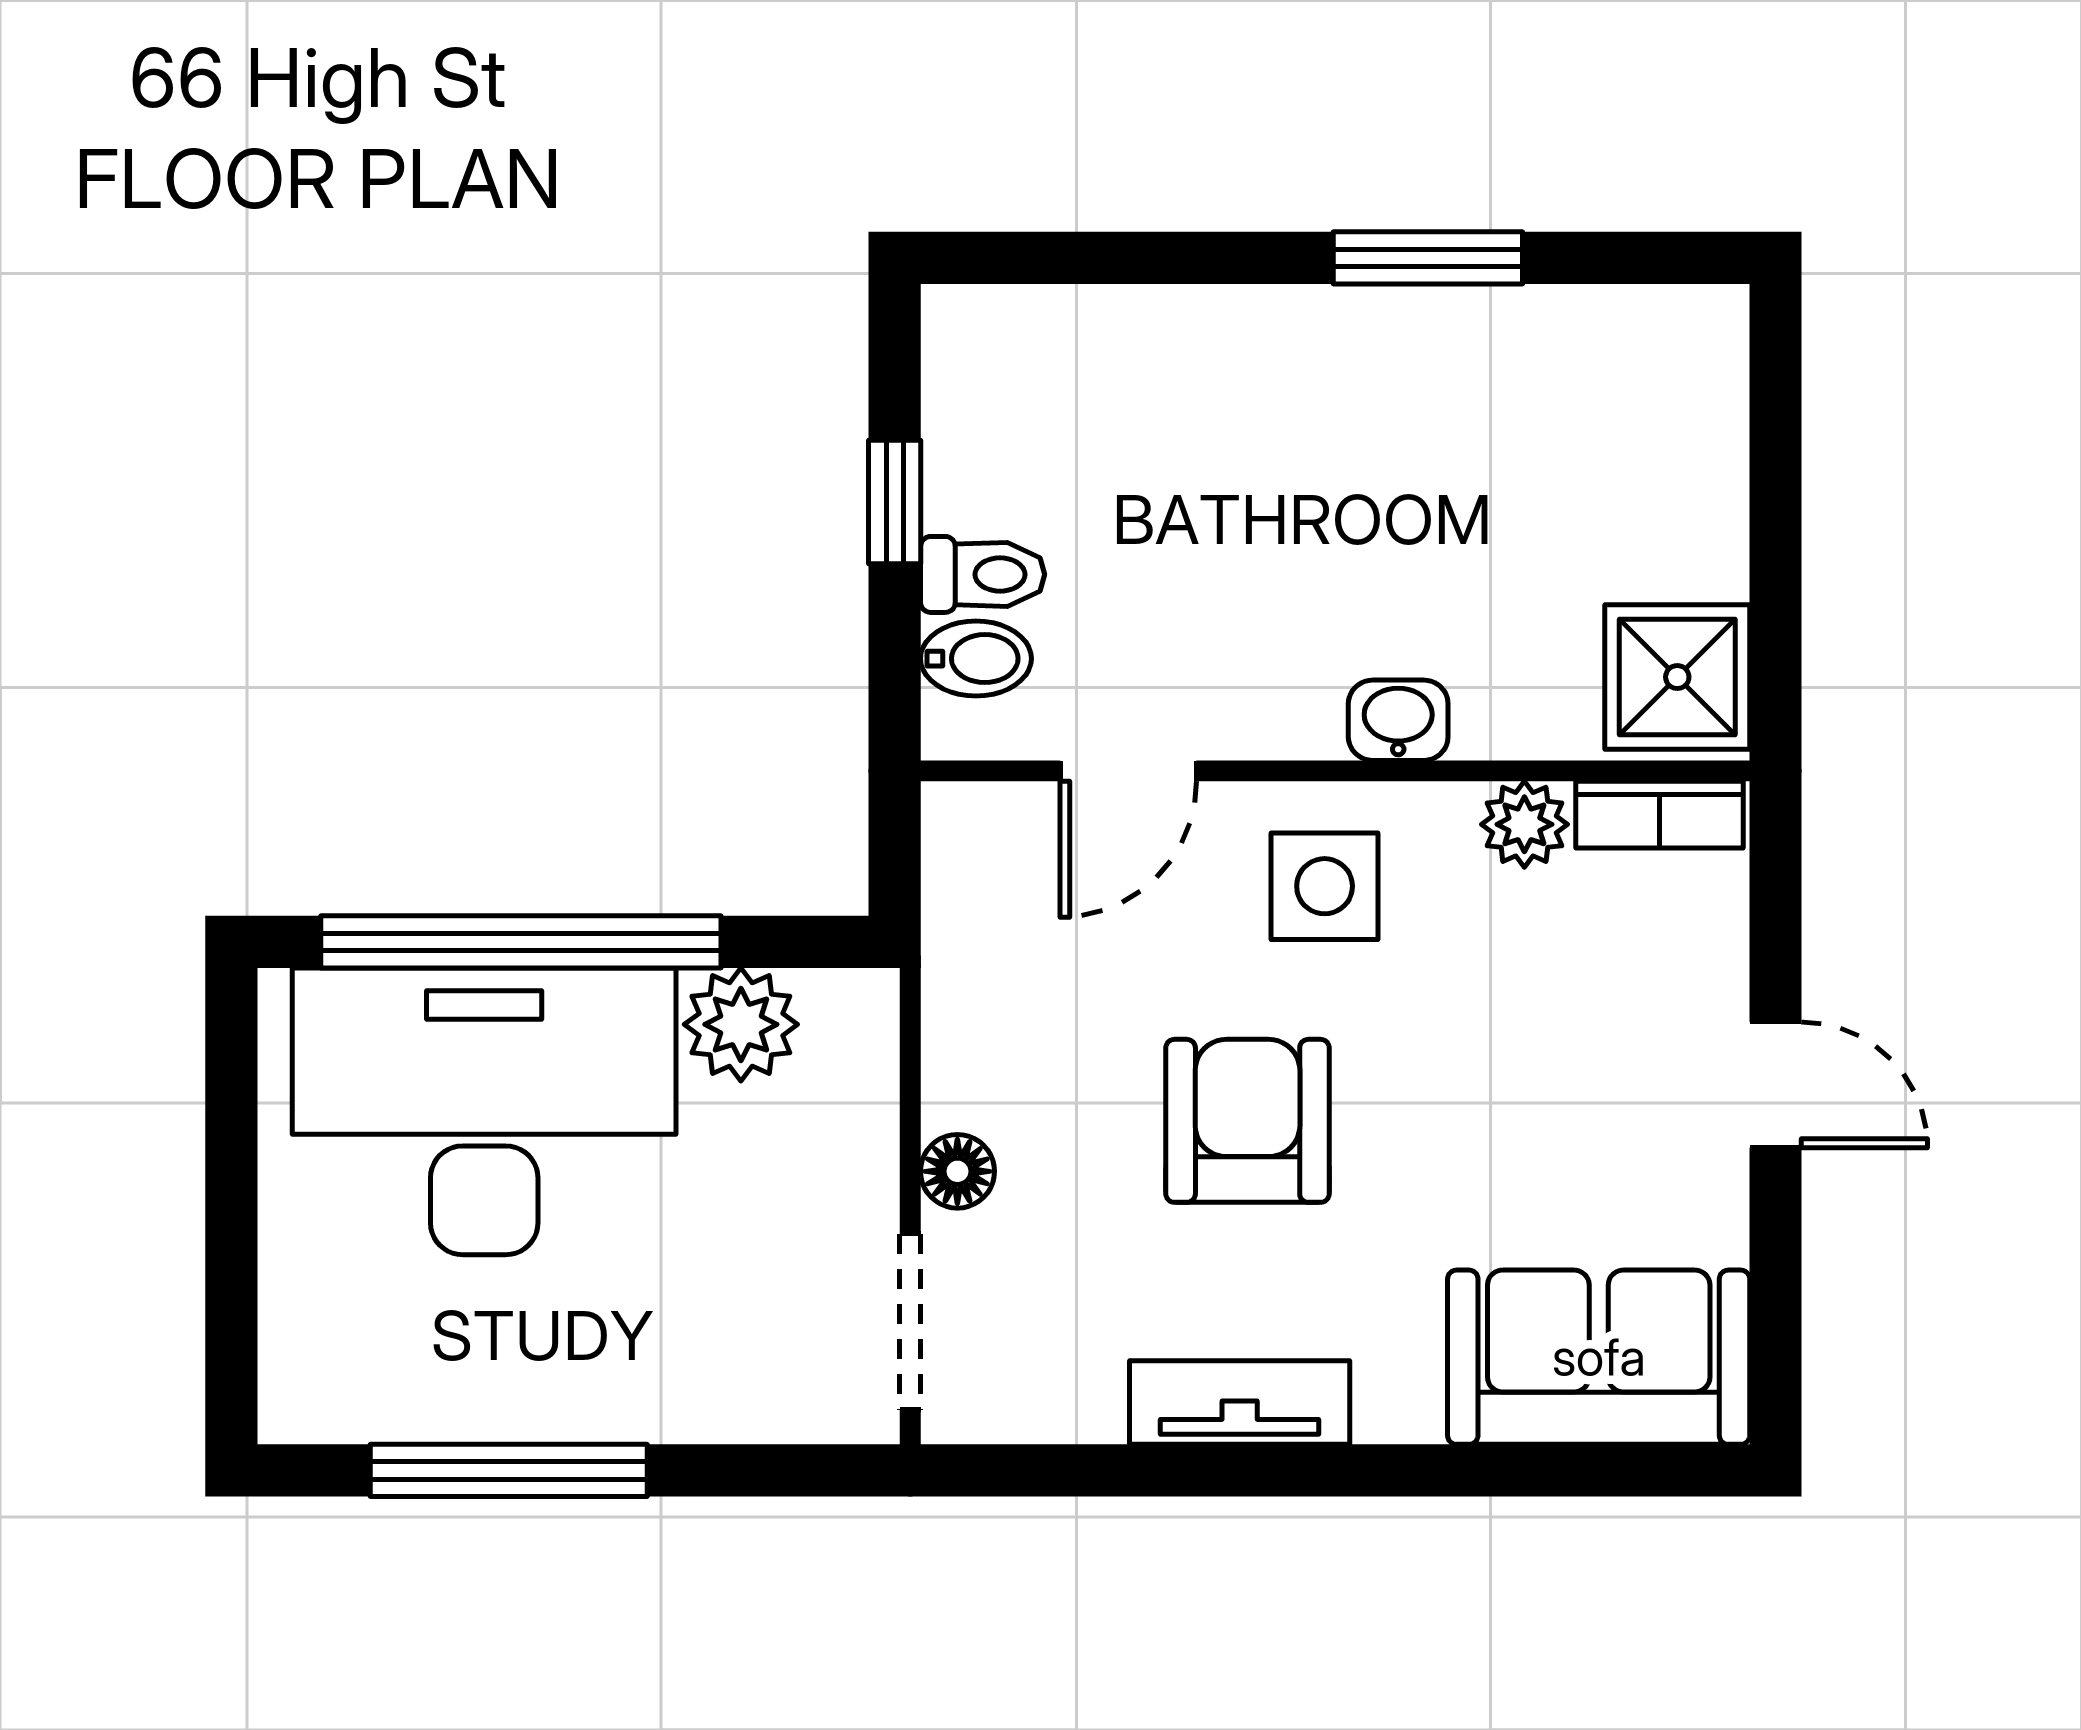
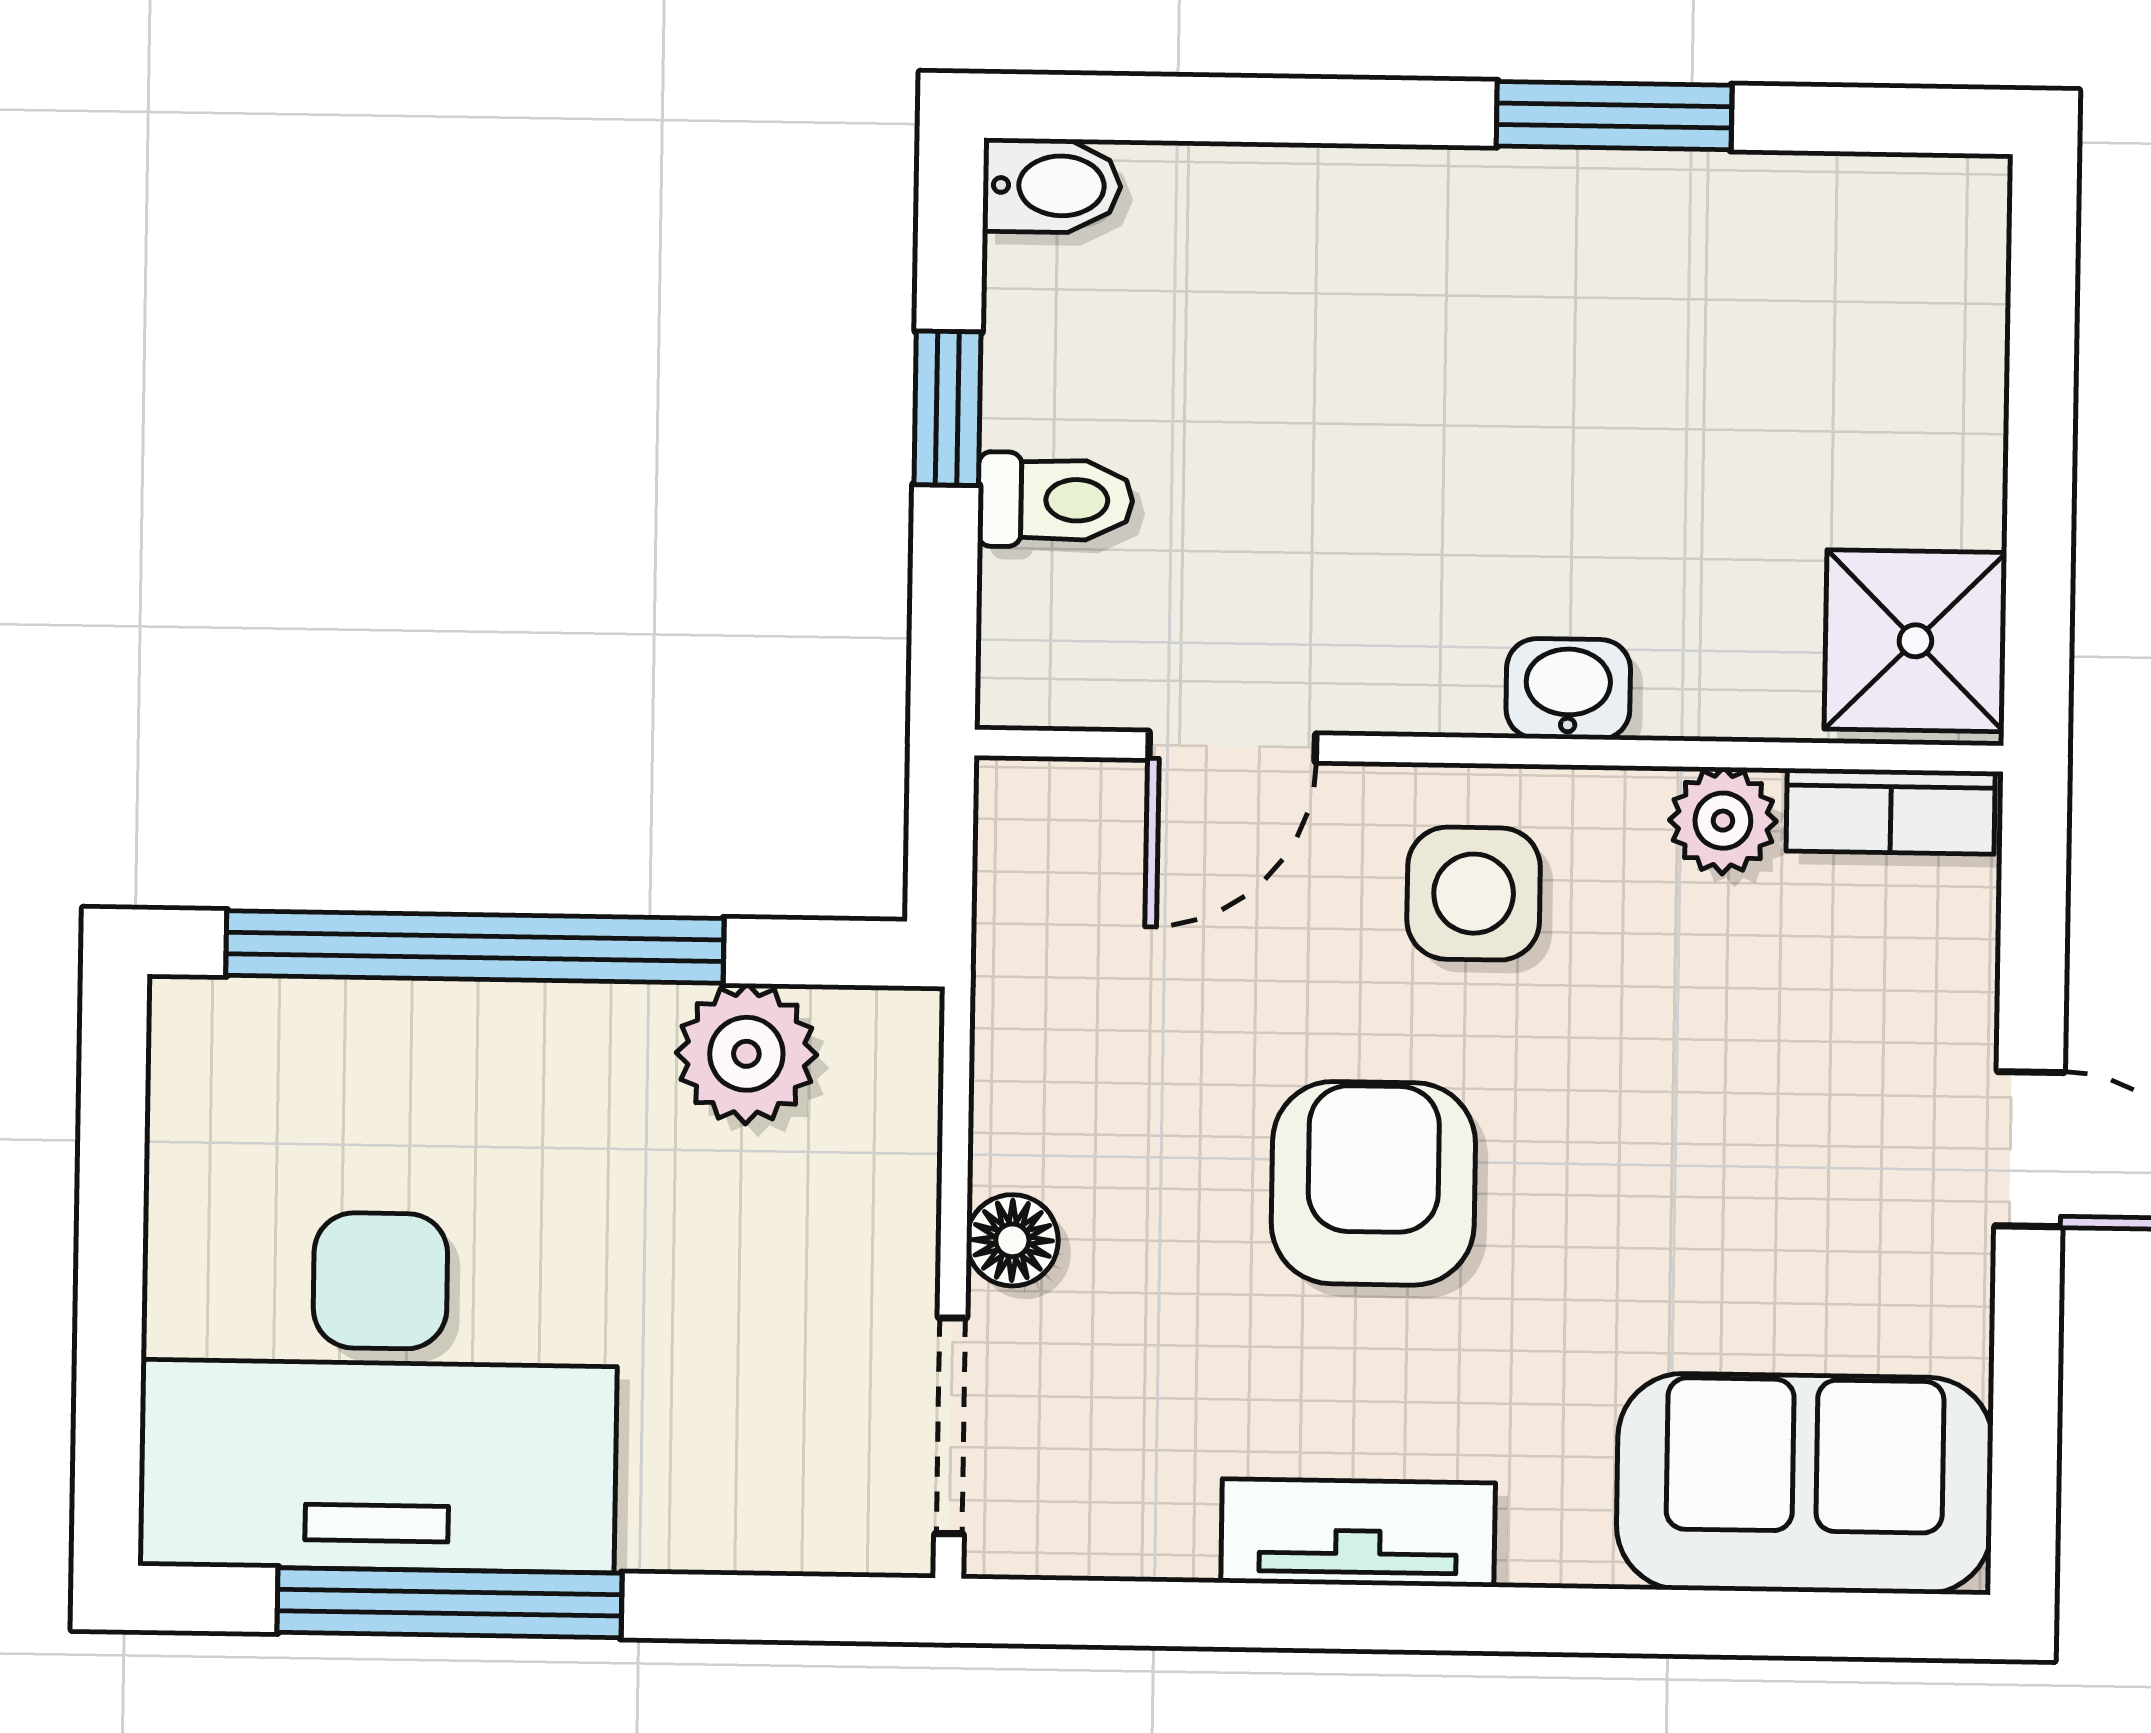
bidet: (976, 659) -> (1052, 186), moved
desk: (484, 1111) -> (379, 1391), moved, turned 180

